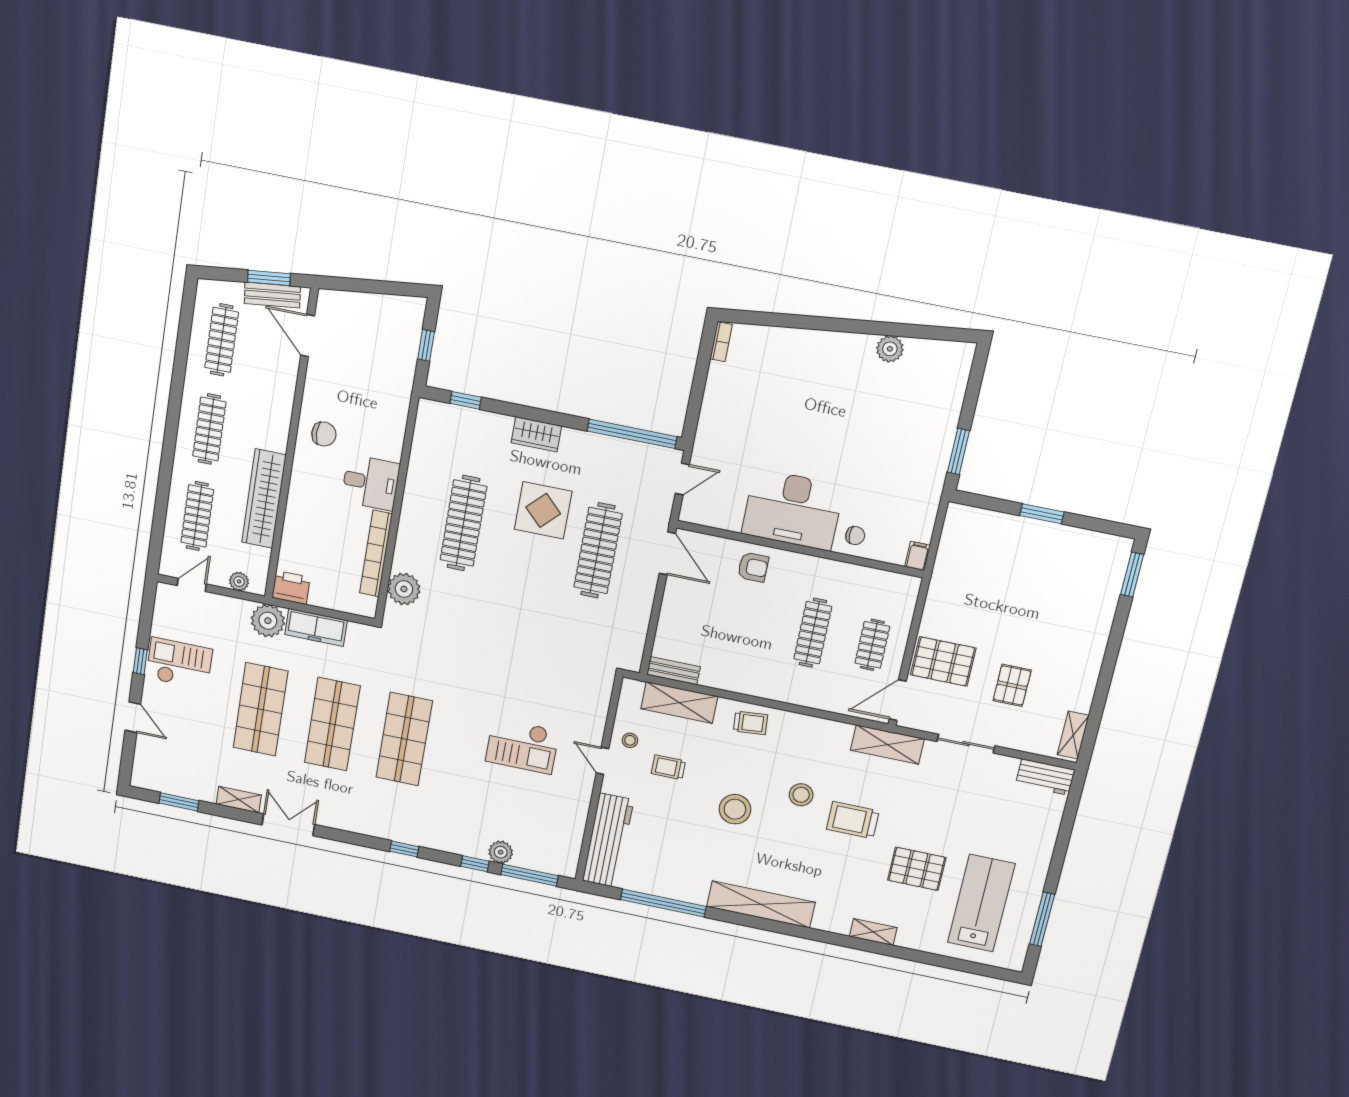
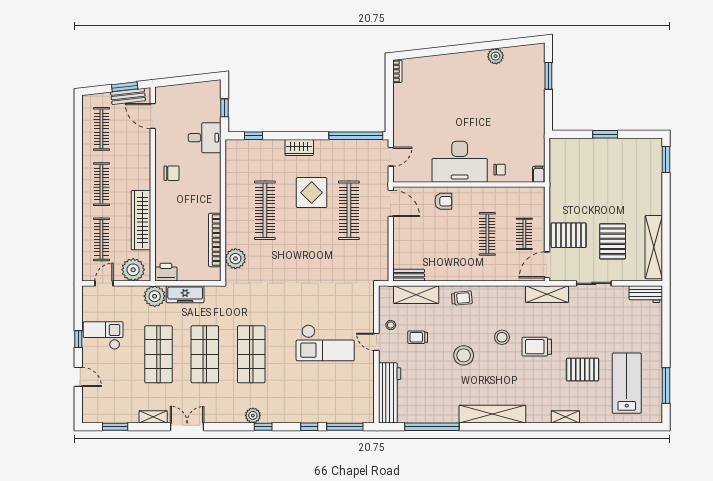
window: (958, 451) -> (548, 76), moved
desk: (371, 483) -> (205, 138), moved
plant: (239, 581) -> (133, 270), width x1.88, depth x1.88
pallet: (1012, 685) -> (613, 241), width x1.50, depth x1.42
shelving: (1073, 735) -> (654, 247), width x2.20, depth x1.33
checkout: (522, 746) -> (325, 343), width x1.36, depth x1.21
plant: (501, 852) -> (253, 415), moved

